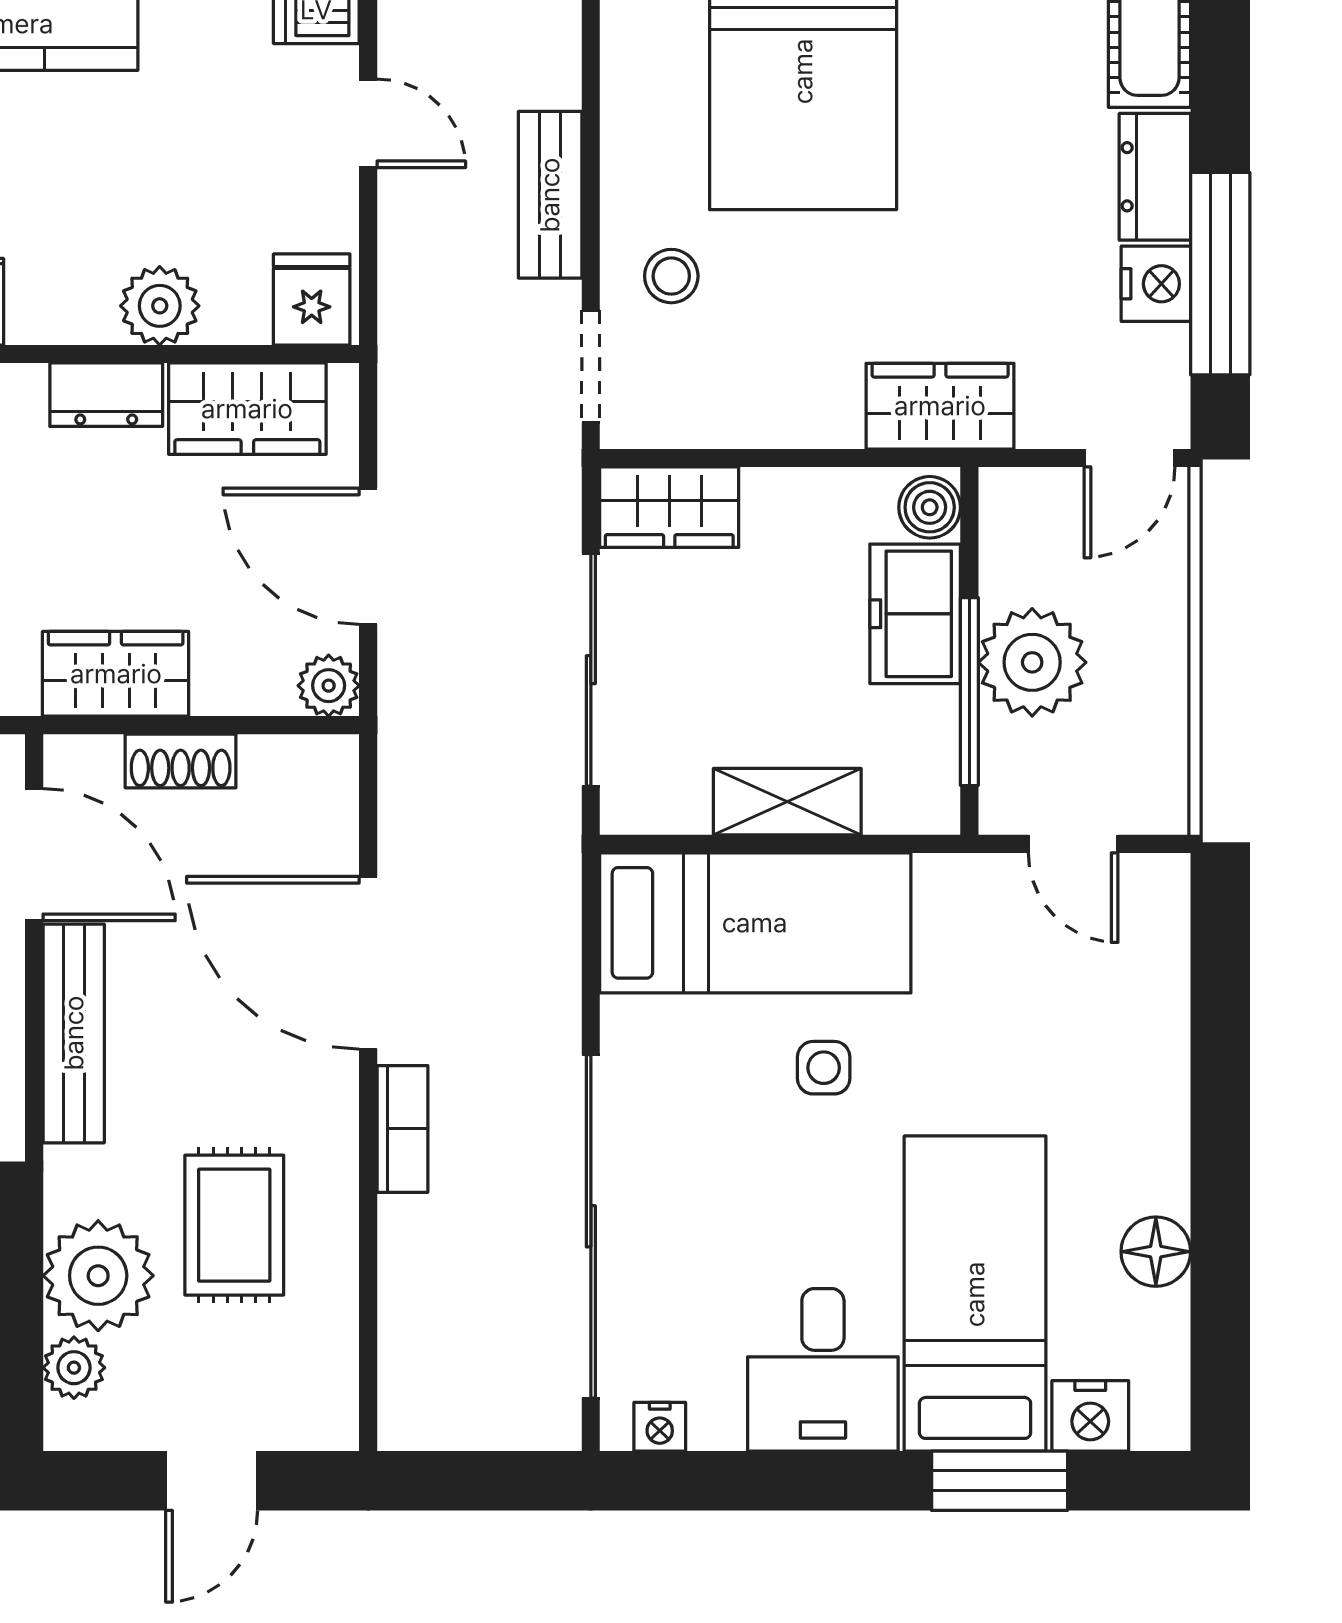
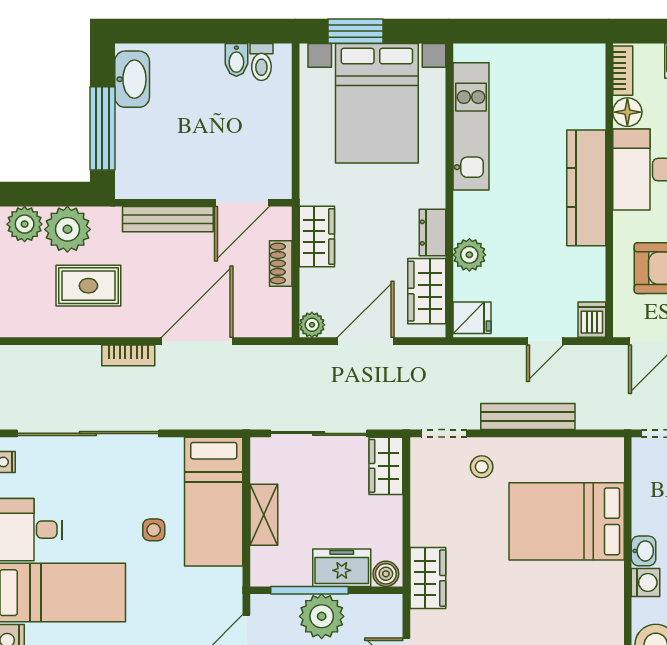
bench: (550, 195) -> (528, 417), width x1.36
plant: (74, 1368) -> (25, 224), width x1.38, depth x1.38

